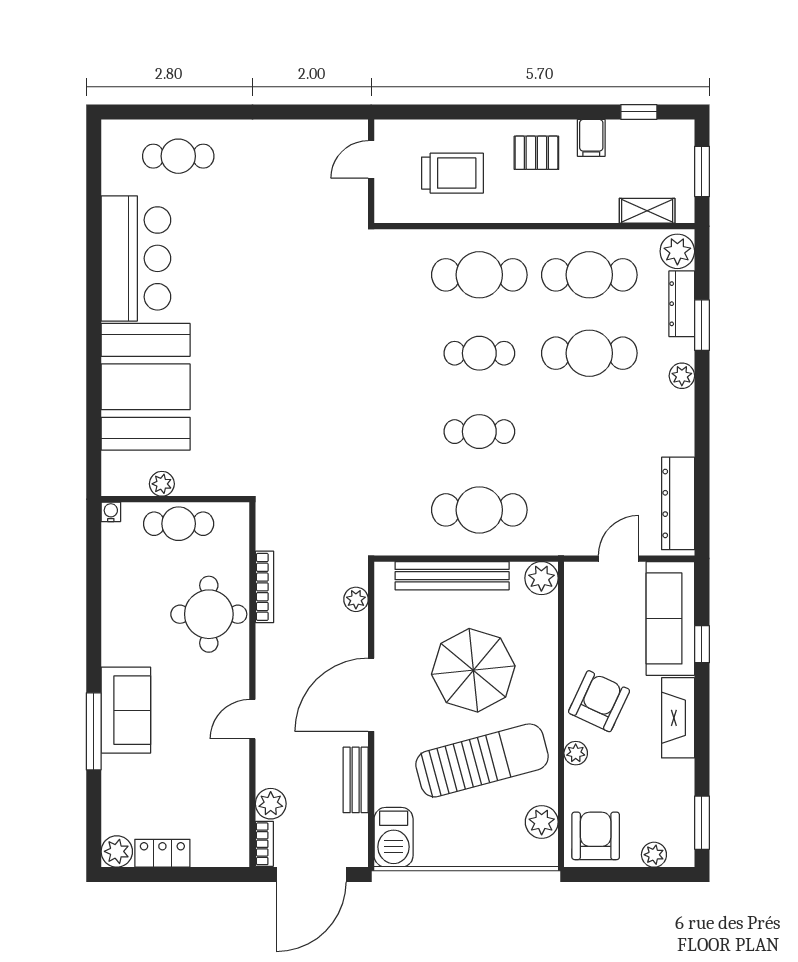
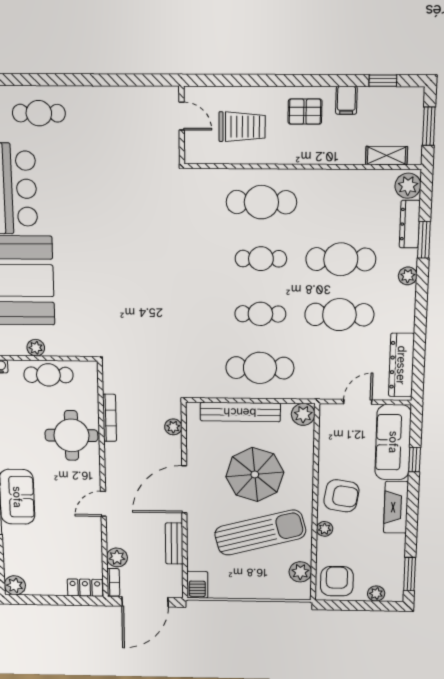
door: (371, 159) -> (182, 116), swing flipped
cafe table: (589, 275) -> (339, 315), moved
armchair: (599, 701) -> (341, 496), turned 74
barbecue: (394, 837) -> (197, 585), width x0.73, depth x0.79
locker: (162, 853) -> (85, 588), moved

